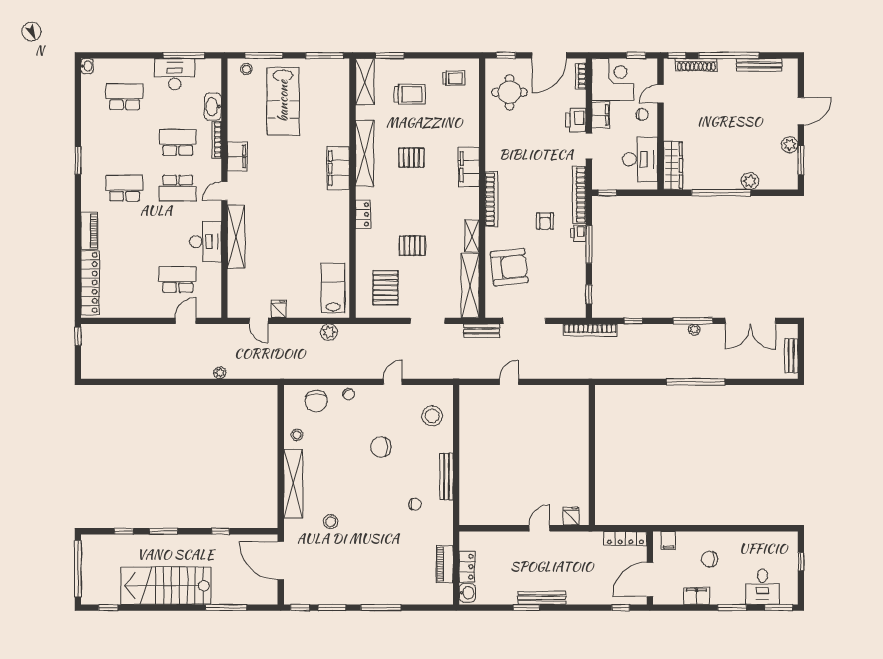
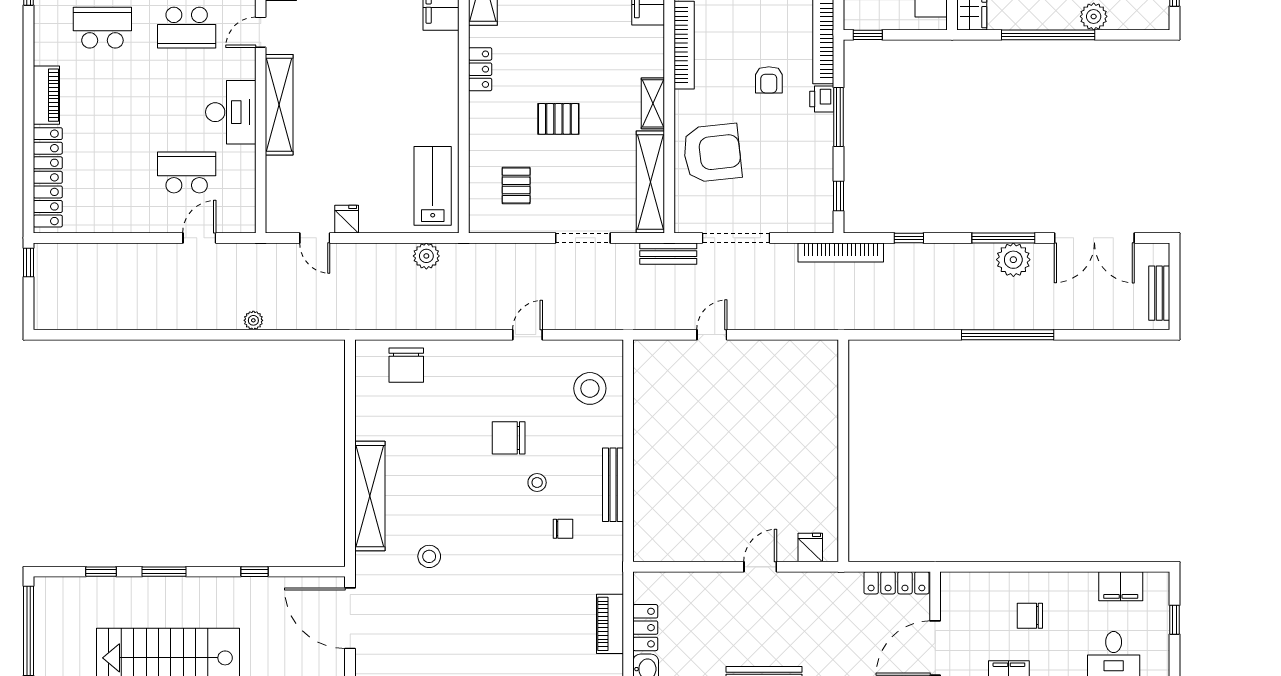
pallet: (385, 288) -> (516, 185), width x0.67, depth x0.71
plant: (694, 330) -> (1013, 260), width x1.87, depth x1.87
chair: (349, 394) -> (458, 354), removed
stool: (297, 435) -> (537, 483), moved
filing cabinet: (668, 541) -> (1121, 586), moved, width x2.00

